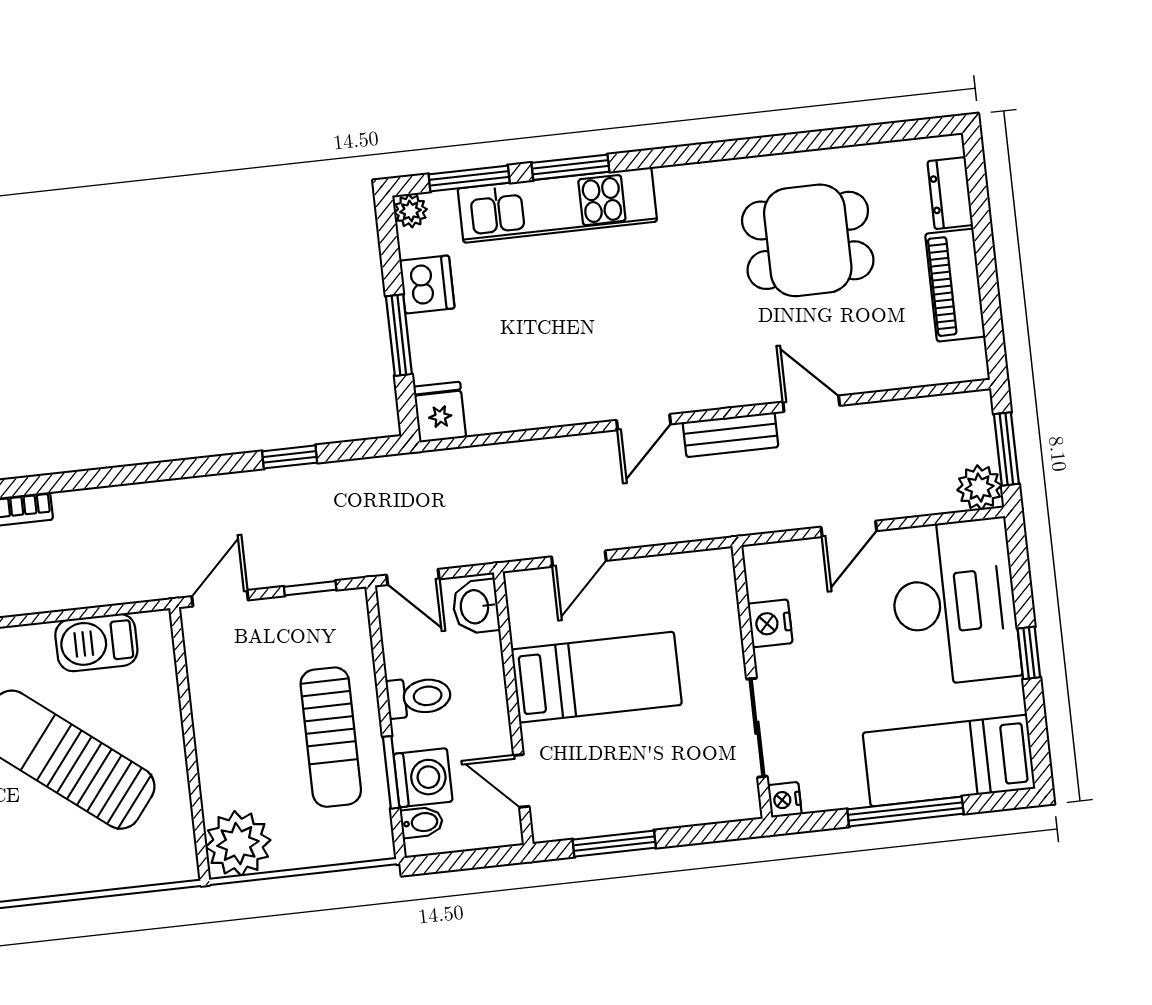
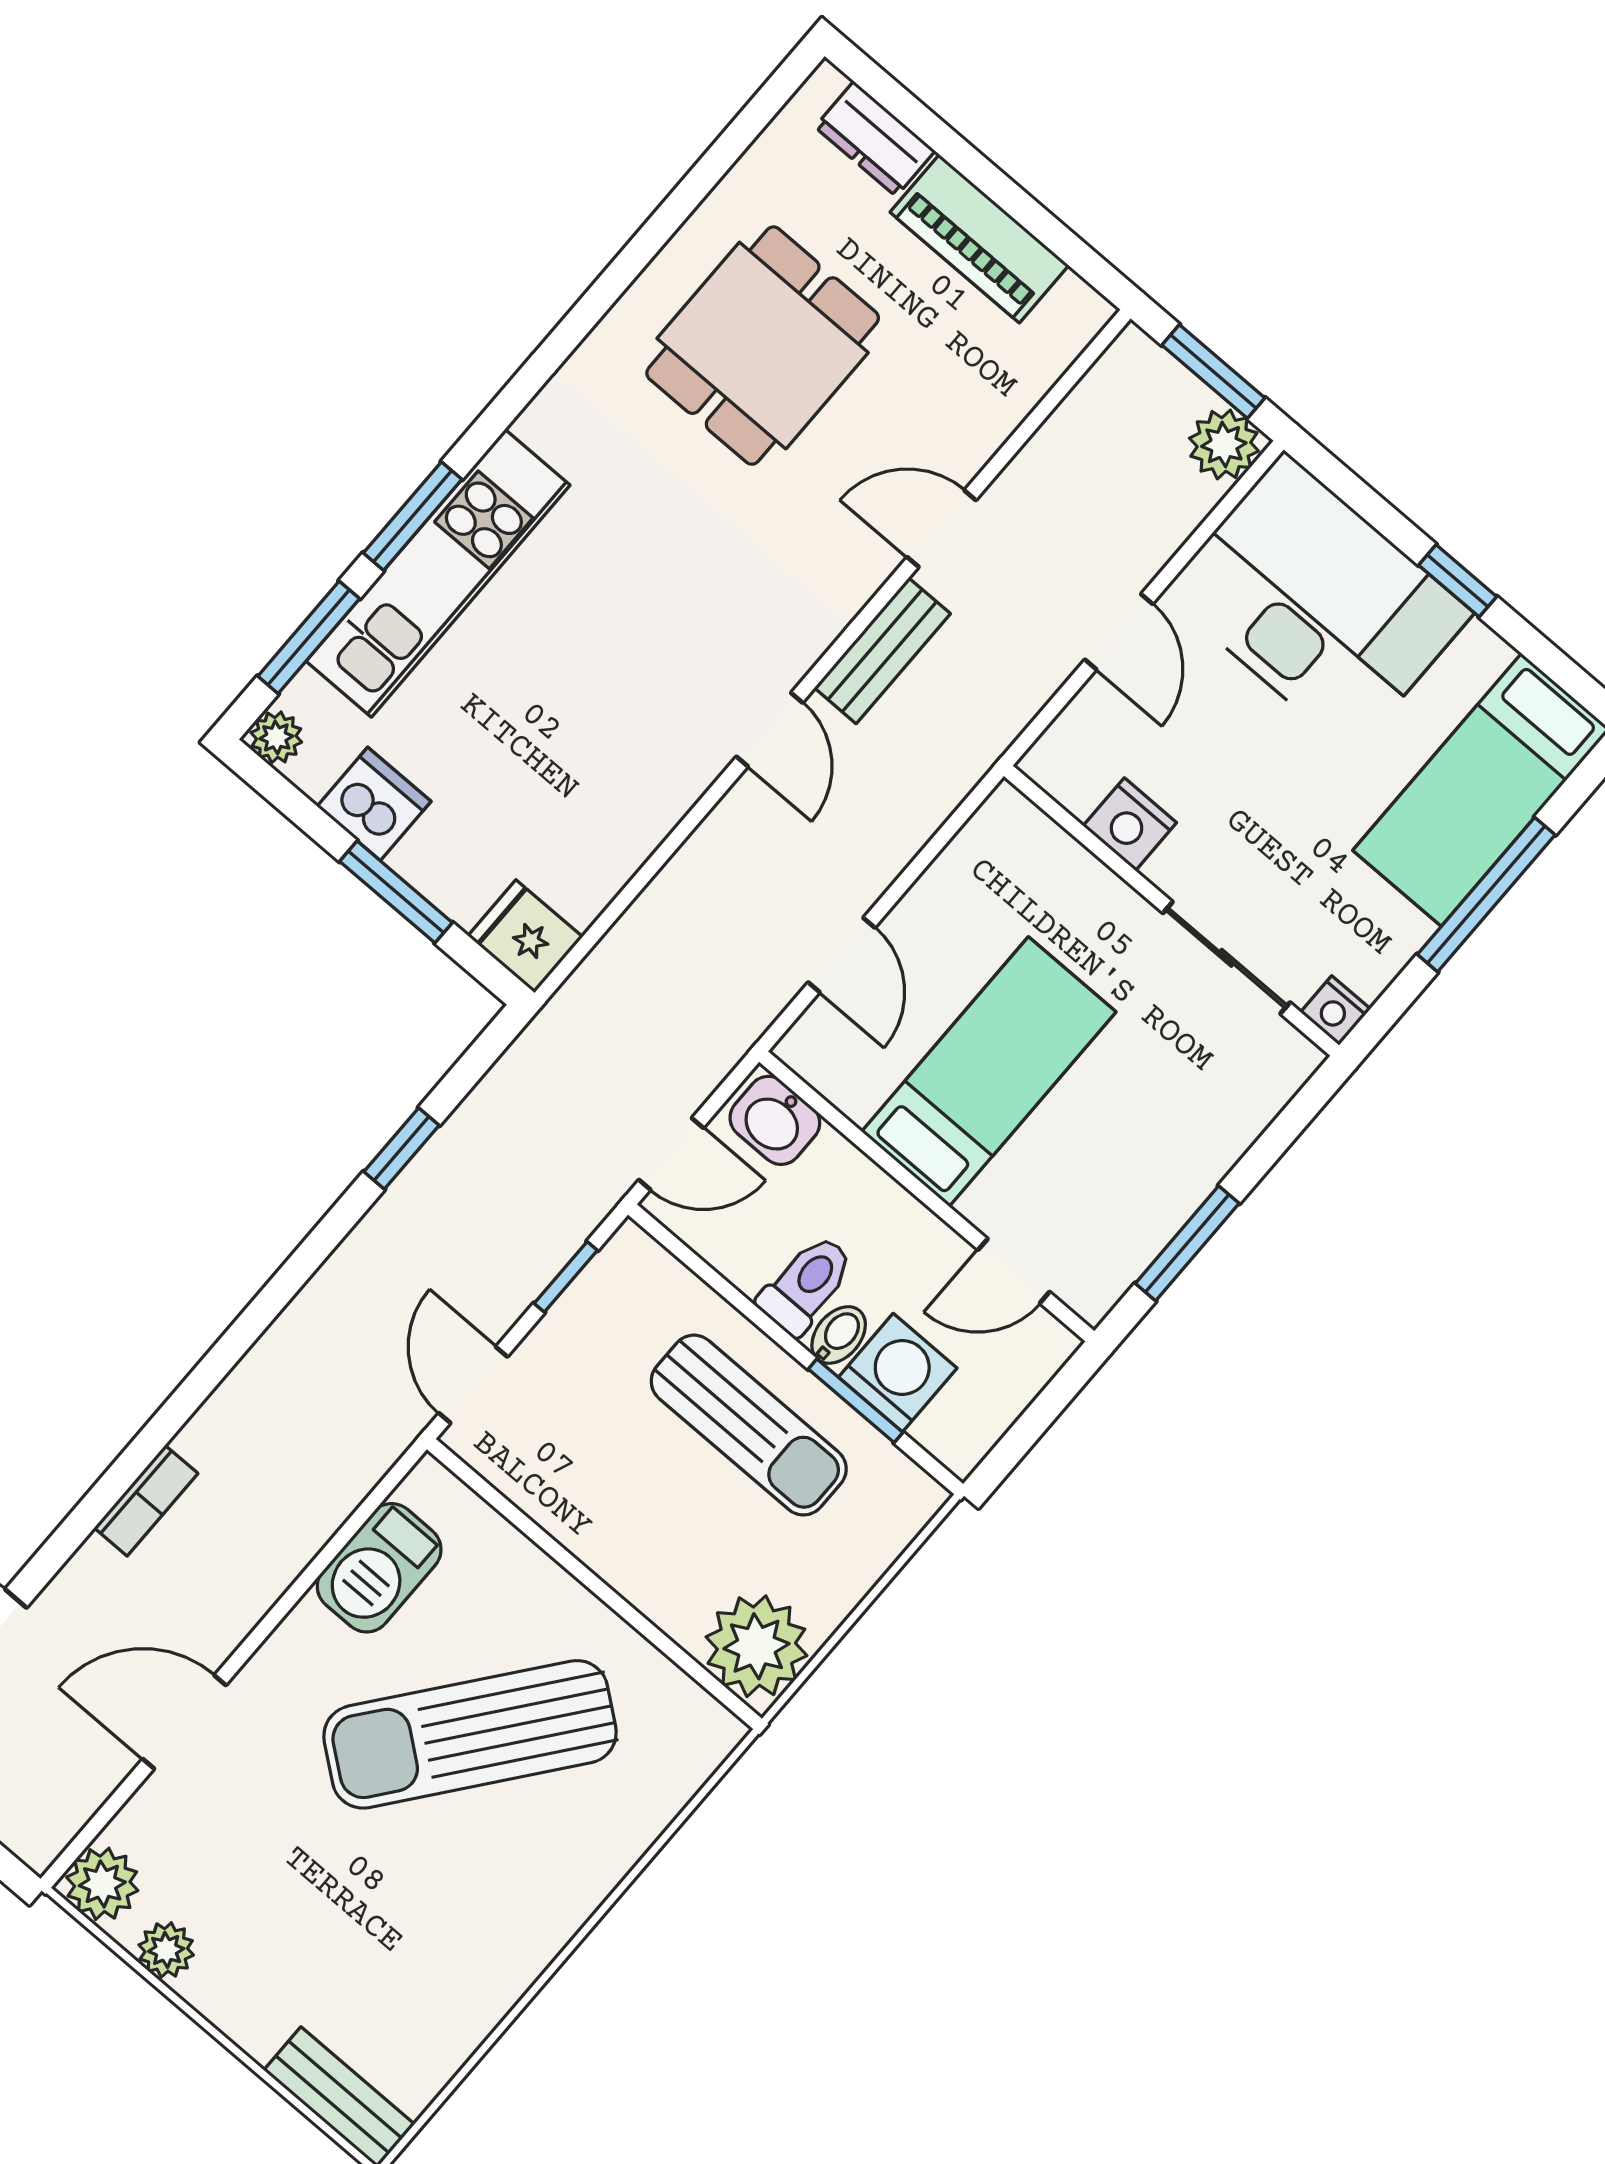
bidet: (422, 822) -> (839, 1335), moved

